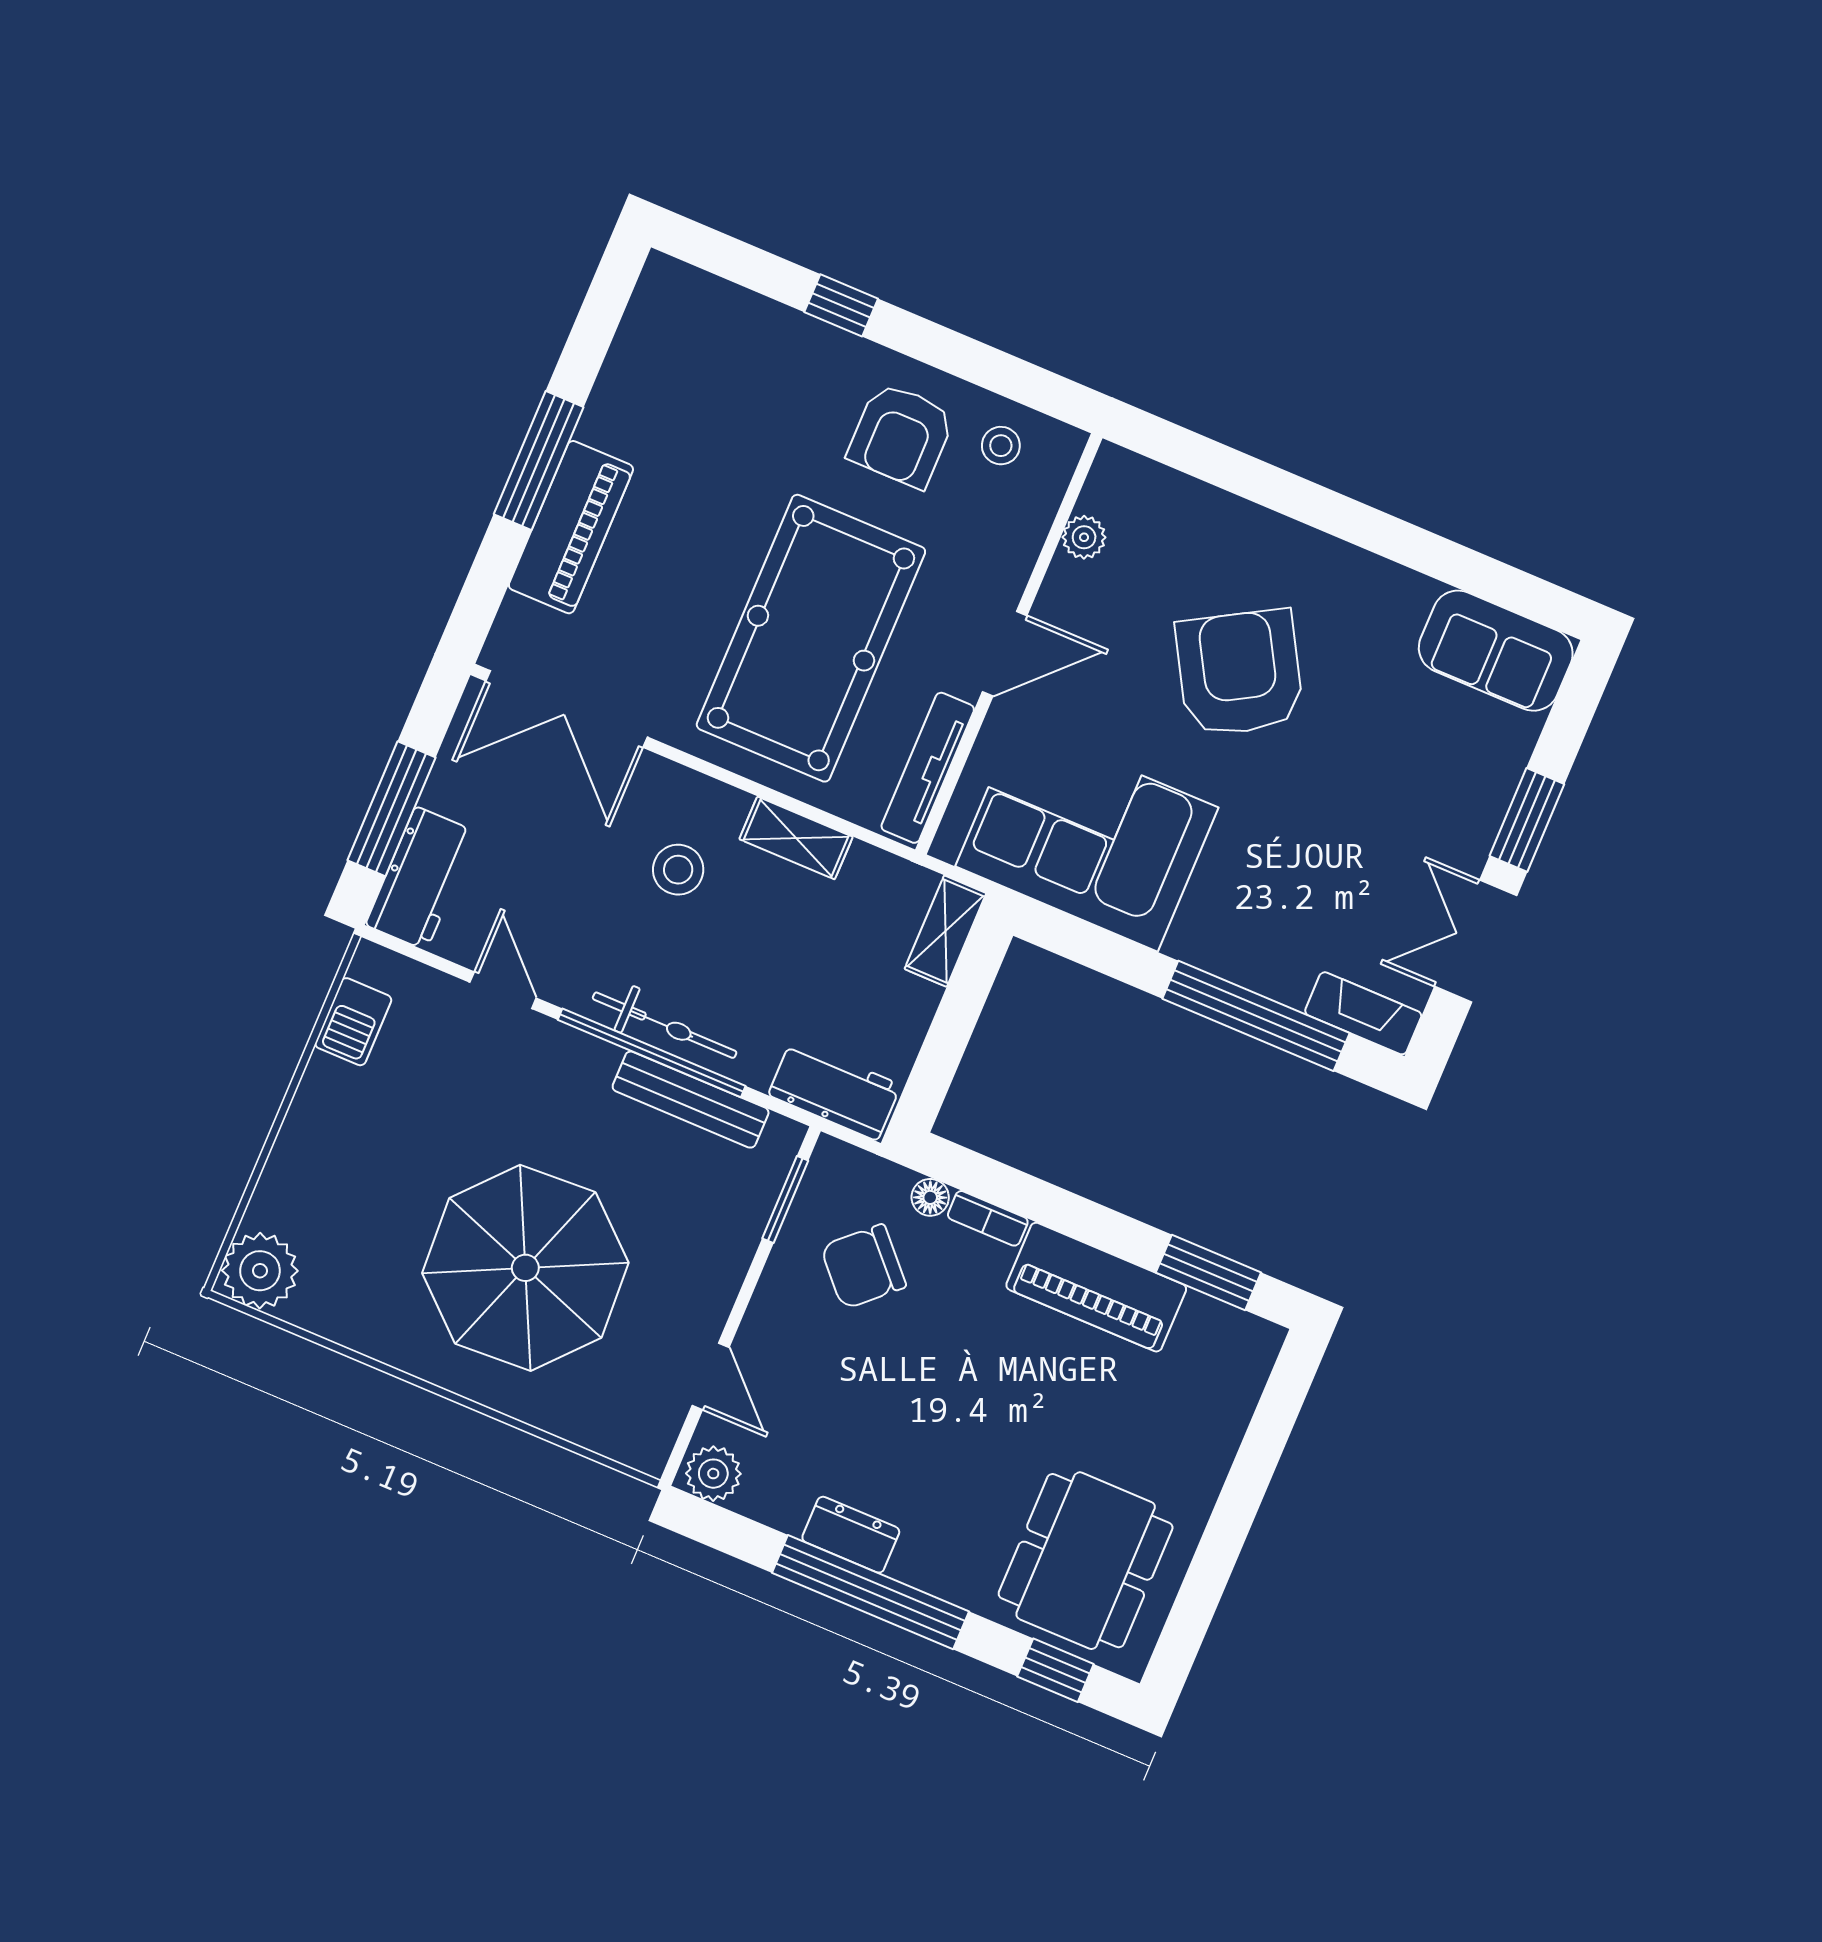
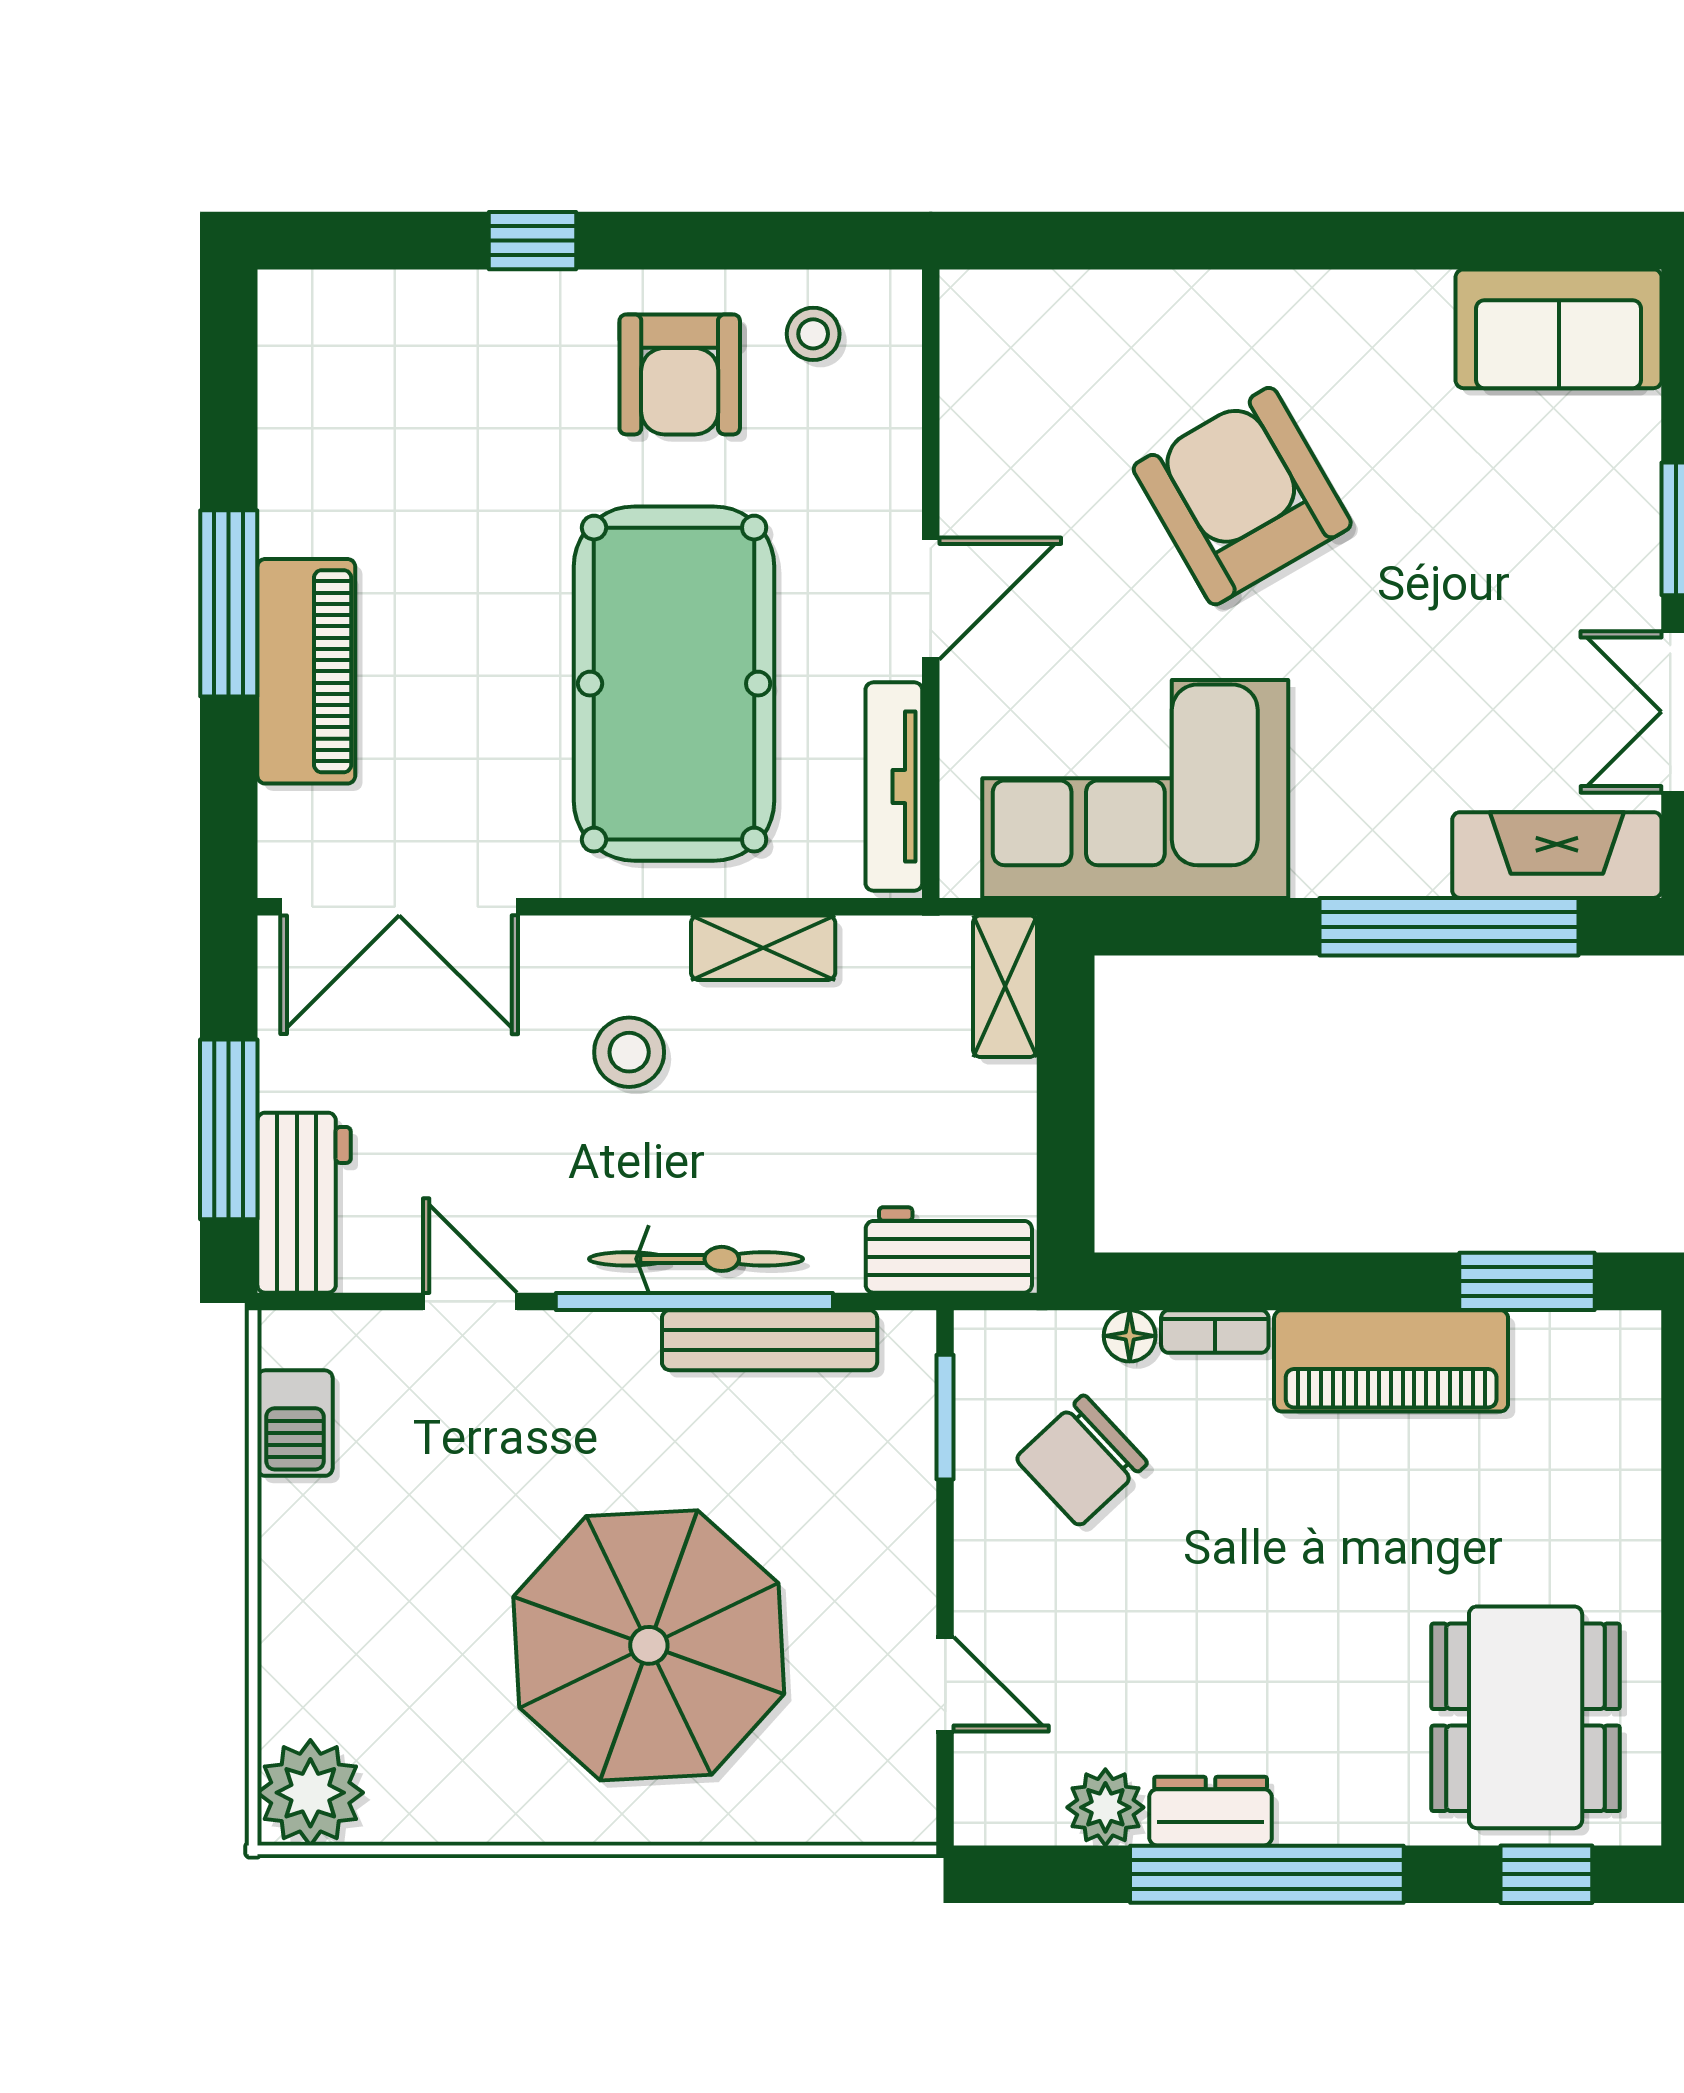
plant: (1084, 537) -> (969, 406), removed
fireplace: (1363, 1013) -> (1557, 855), width x1.37, depth x1.32
plant: (713, 1474) -> (1105, 1807), moved

